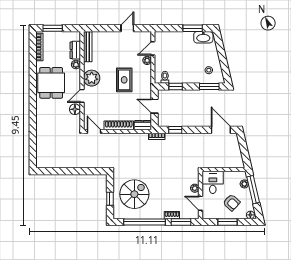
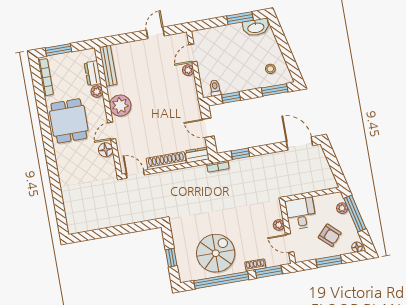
rug: (124, 80) -> (163, 101), removed
spiral stairs: (134, 194) -> (216, 253), moved

